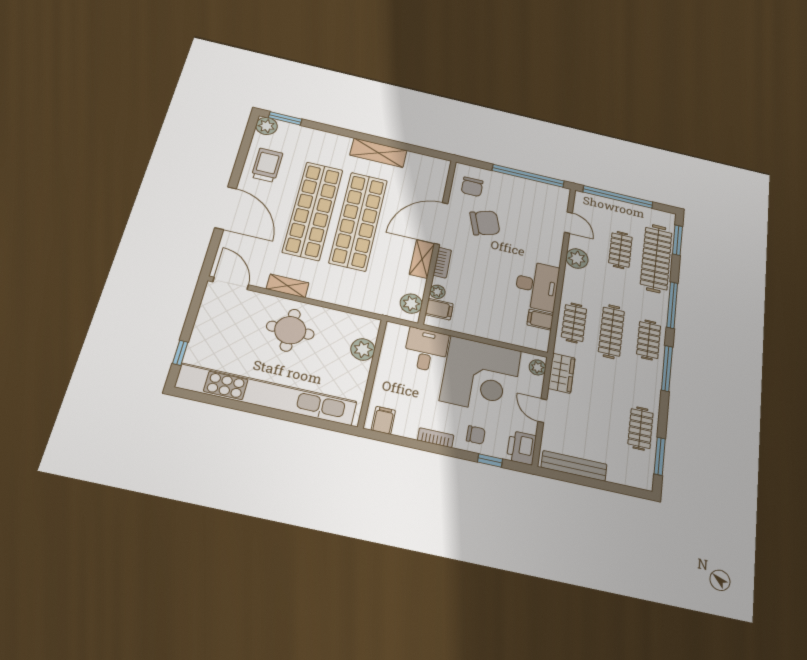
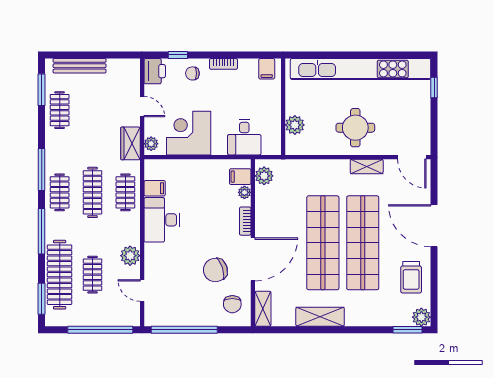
chair: (472, 187) -> (232, 304), turned 180
shelving: (422, 259) -> (263, 309), moved
corner desk: (481, 376) -> (189, 133), width x0.74, depth x0.74
bench: (574, 466) -> (80, 66), moved

